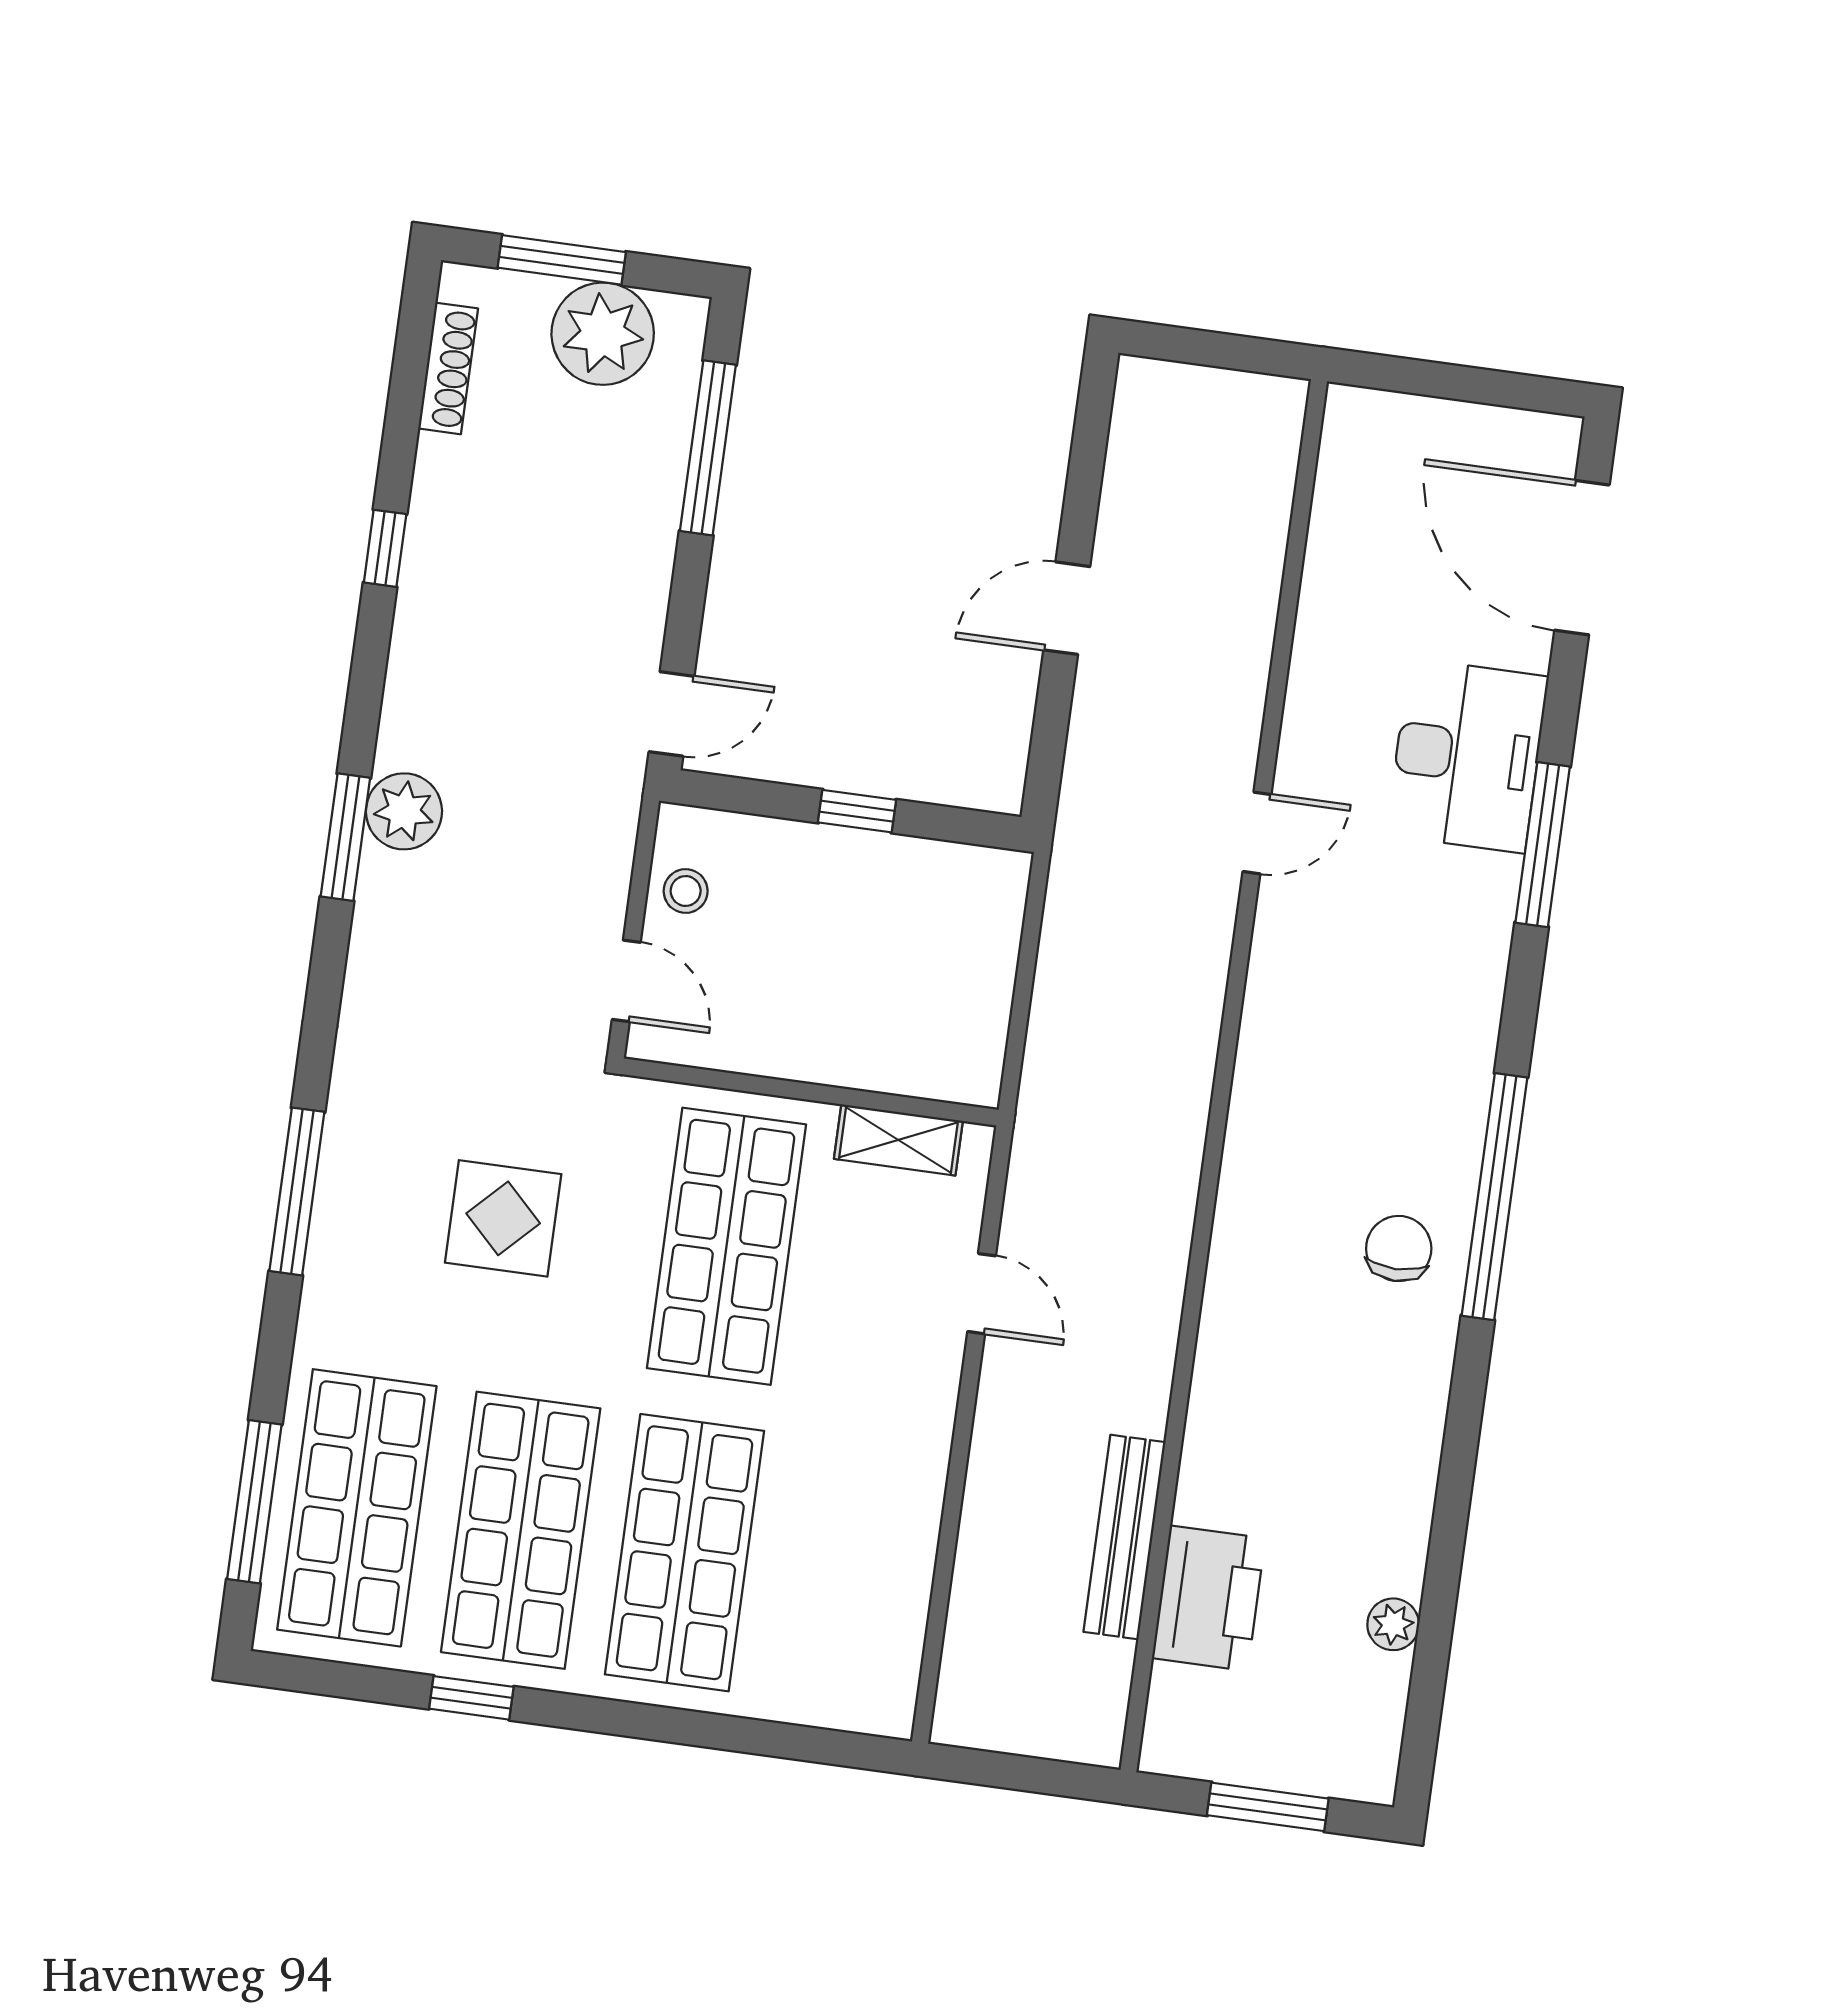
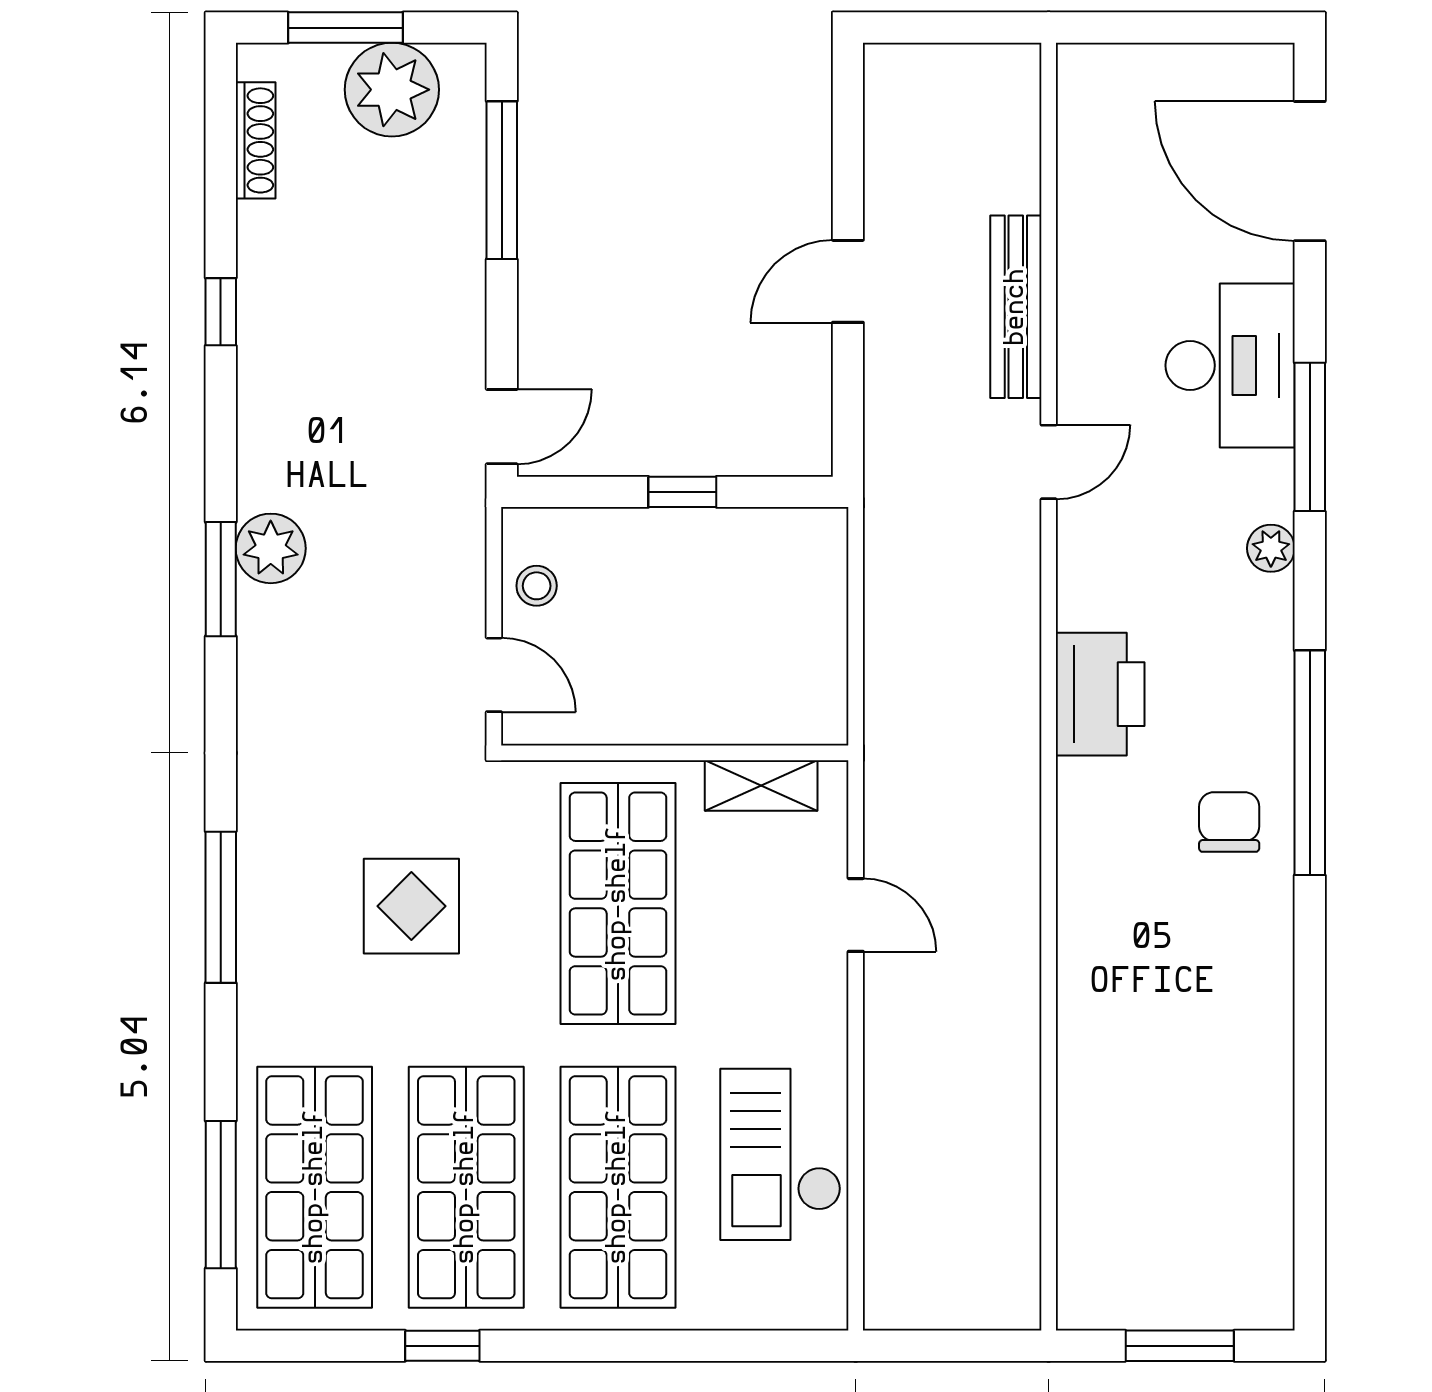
bench: (1124, 1537) -> (1016, 307), moved
checkout: (865, 1541) -> (781, 1154), added
printer: (1209, 1598) -> (1100, 694), moved
plant: (1393, 1624) -> (1271, 548), moved

